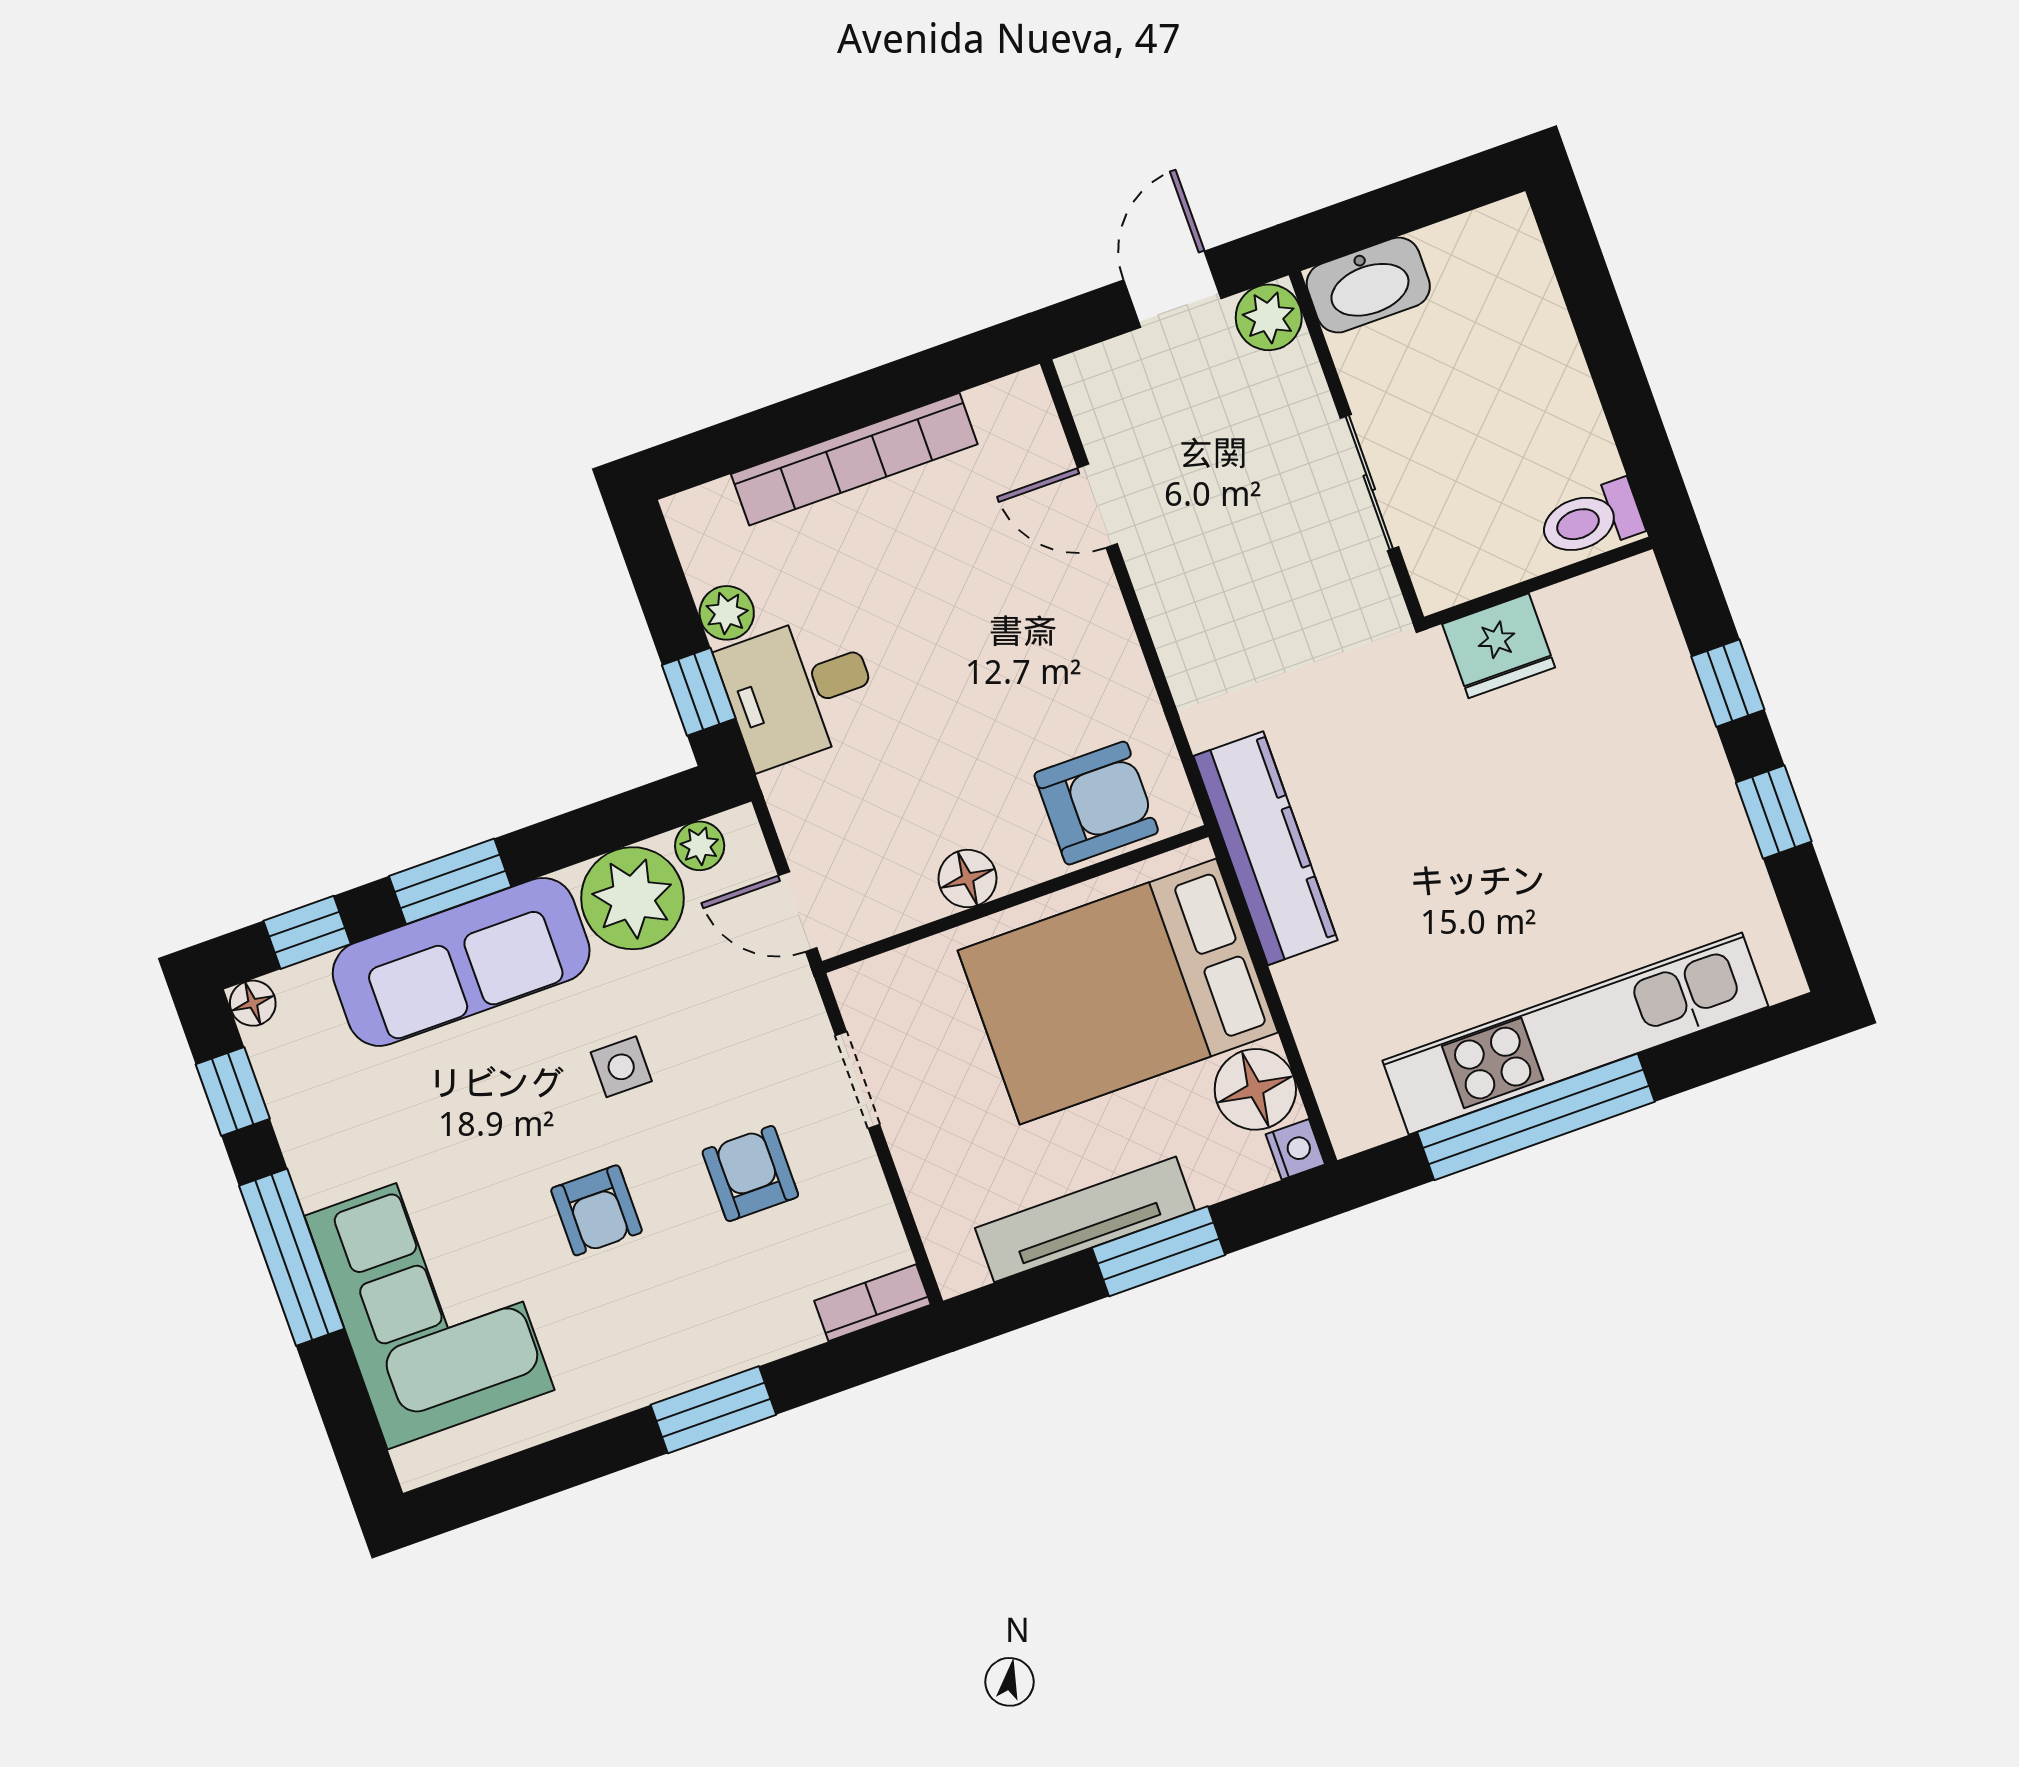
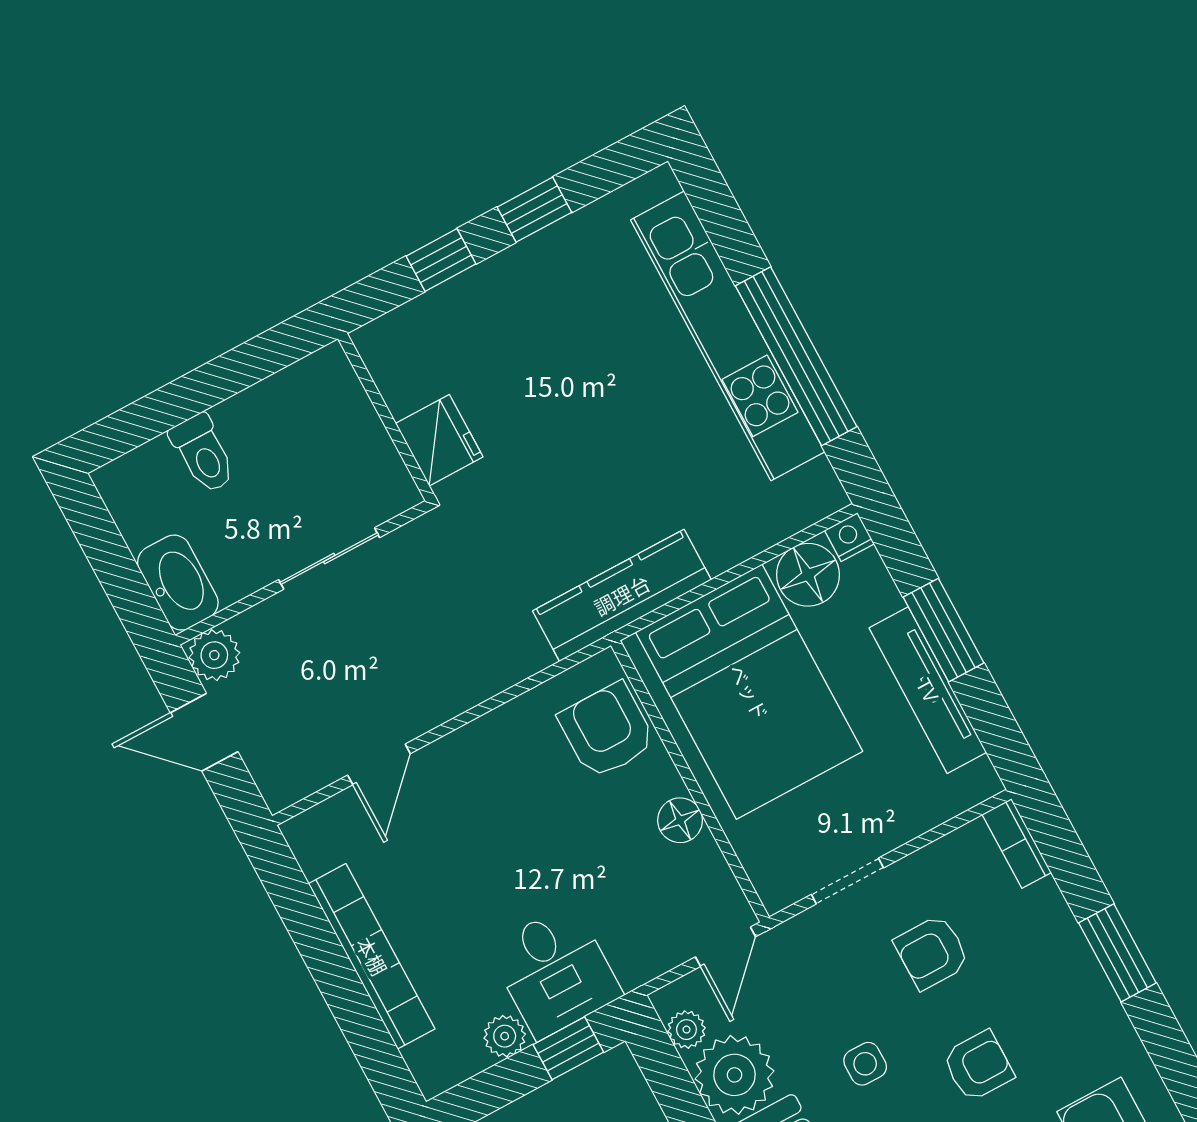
toilet: (1591, 520) -> (203, 454), moved

